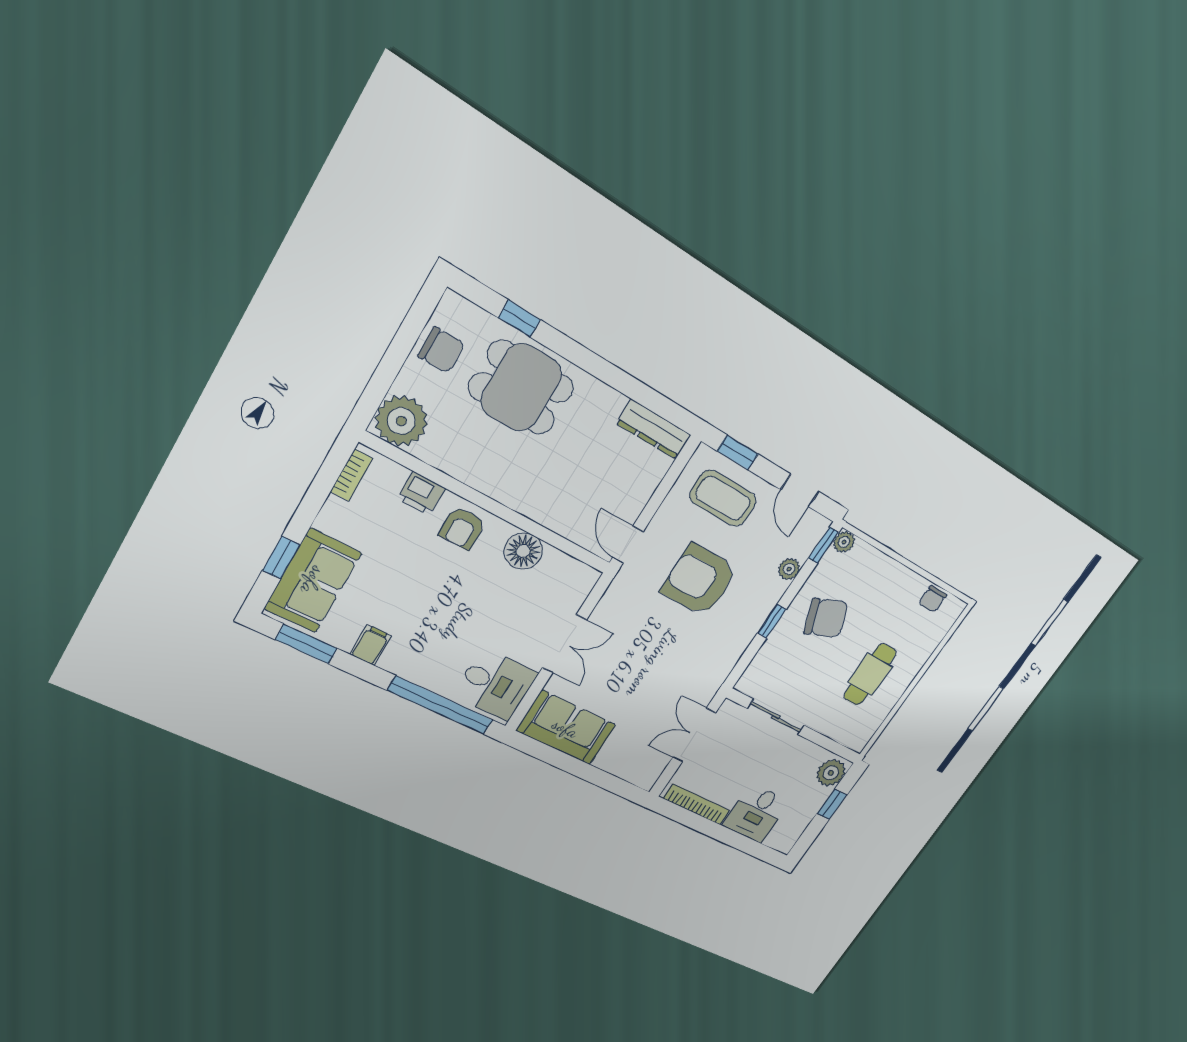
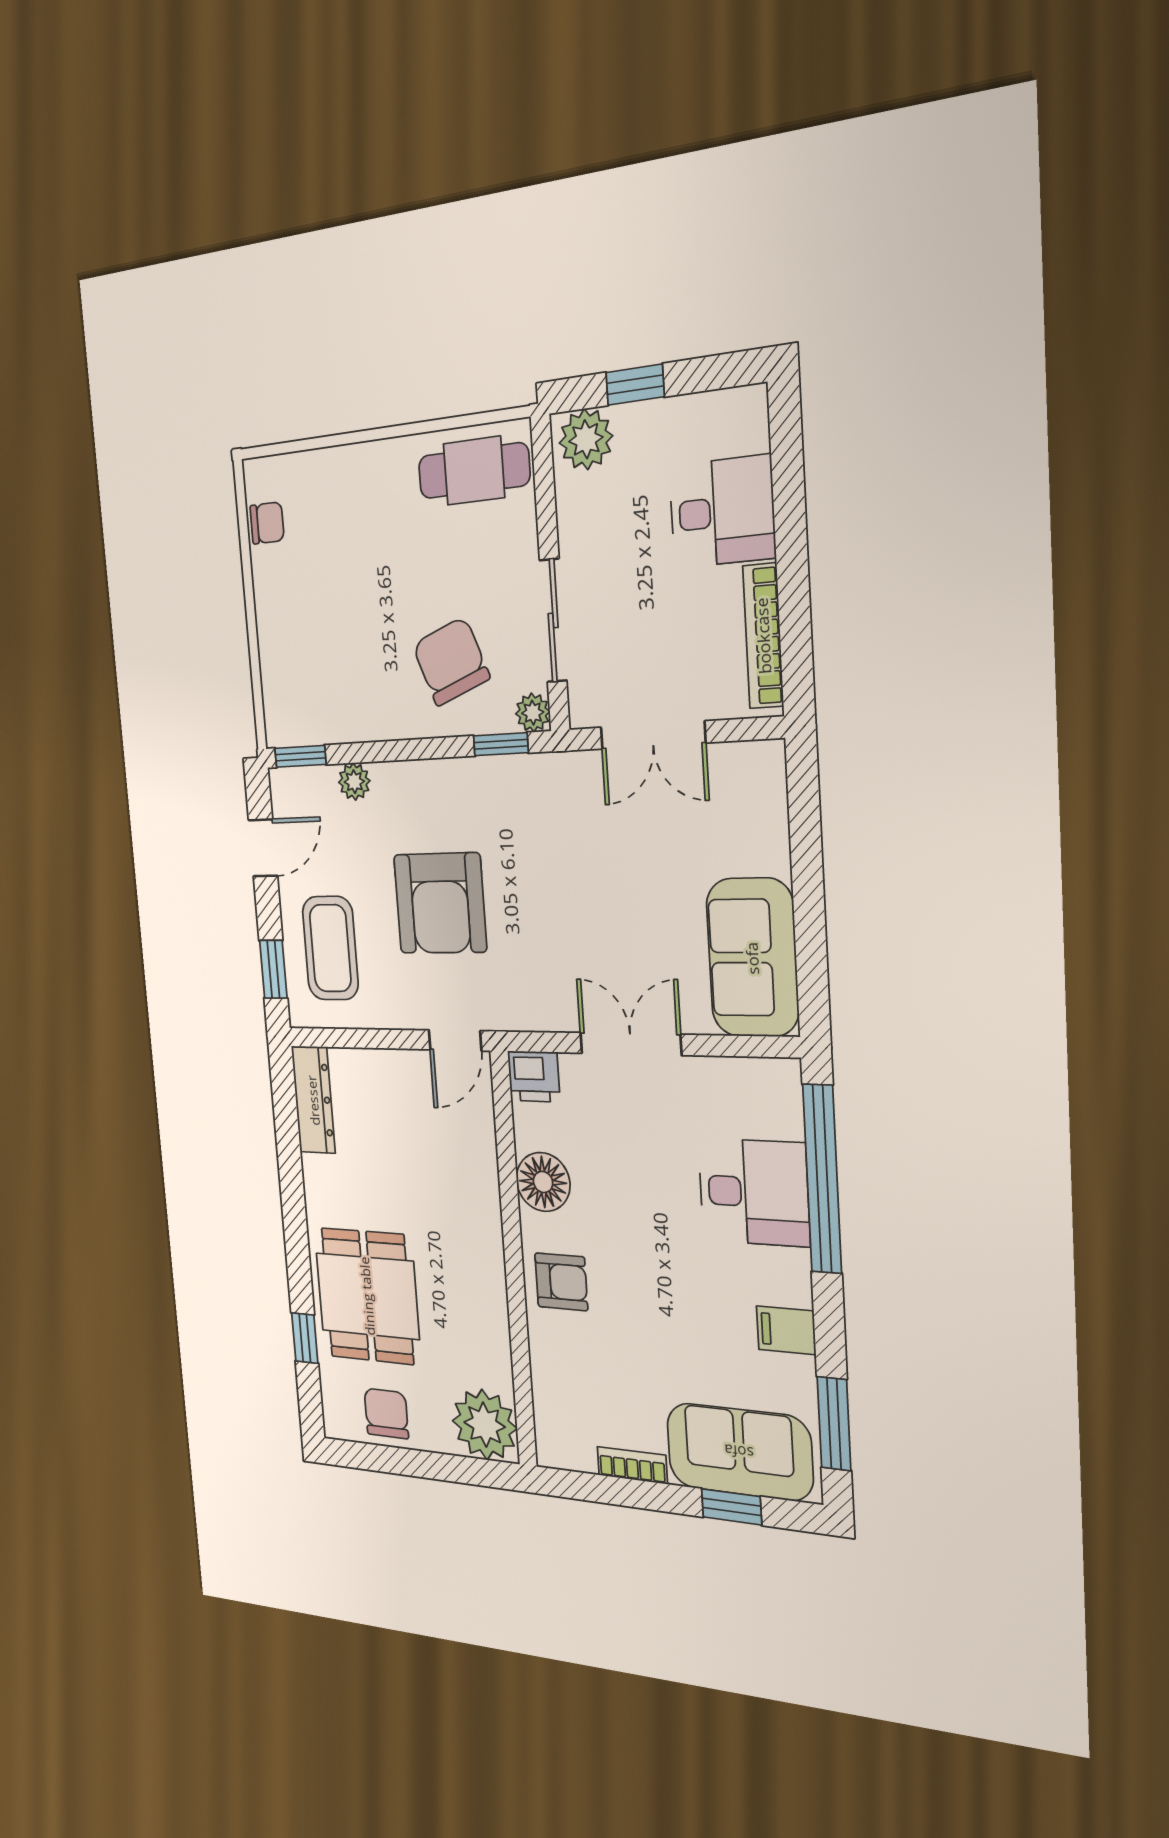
bookcase: (352, 475) -> (632, 1465), moved
printer: (421, 494) -> (534, 1076), moved, turned 90
plant: (844, 542) -> (533, 713), moved
chair: (826, 618) -> (451, 661), moved
window: (772, 621) -> (501, 744), moved
cafe table: (870, 674) -> (474, 471), moved
desk: (495, 684) -> (754, 1192), moved, turned 90

